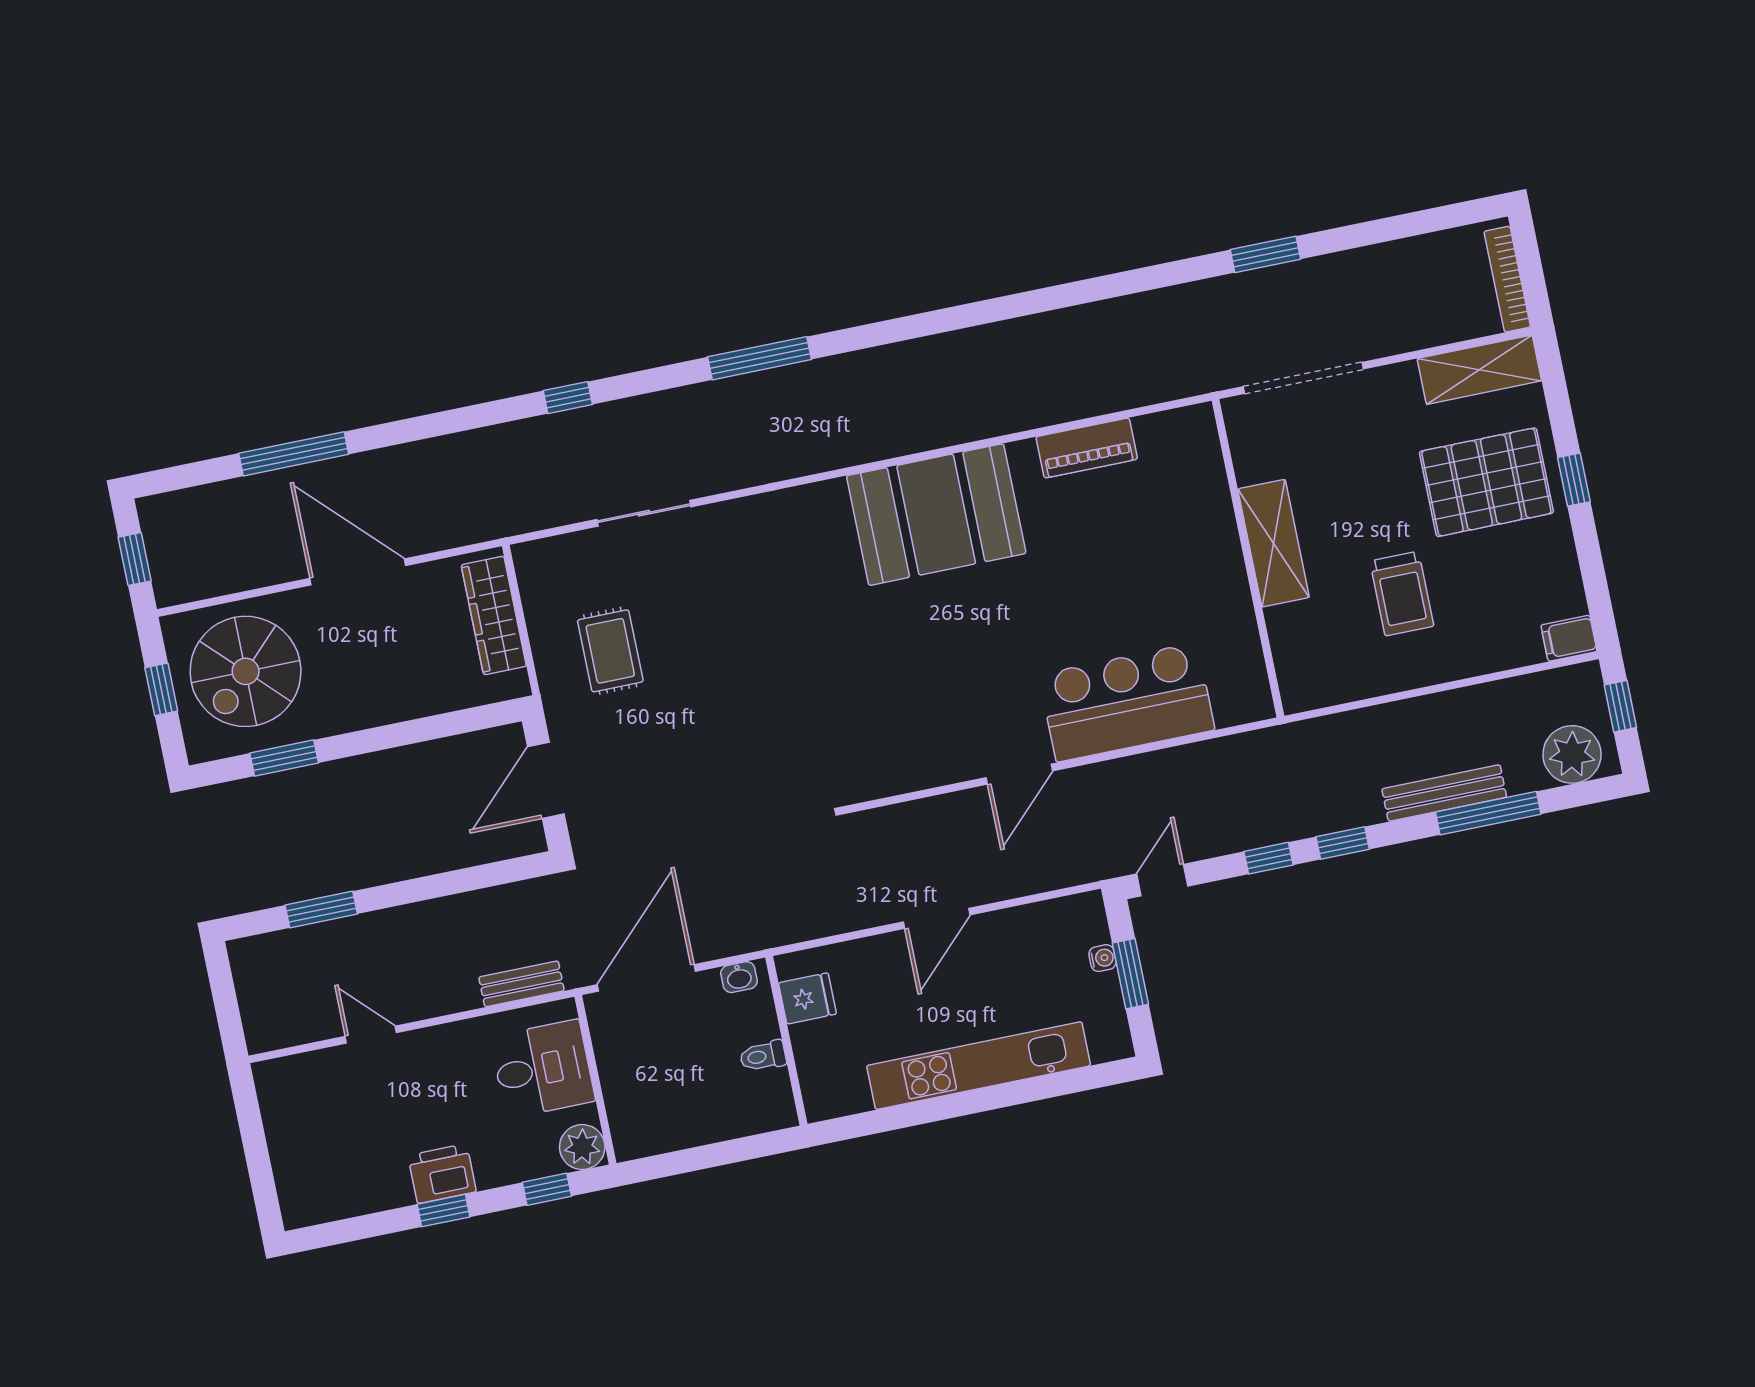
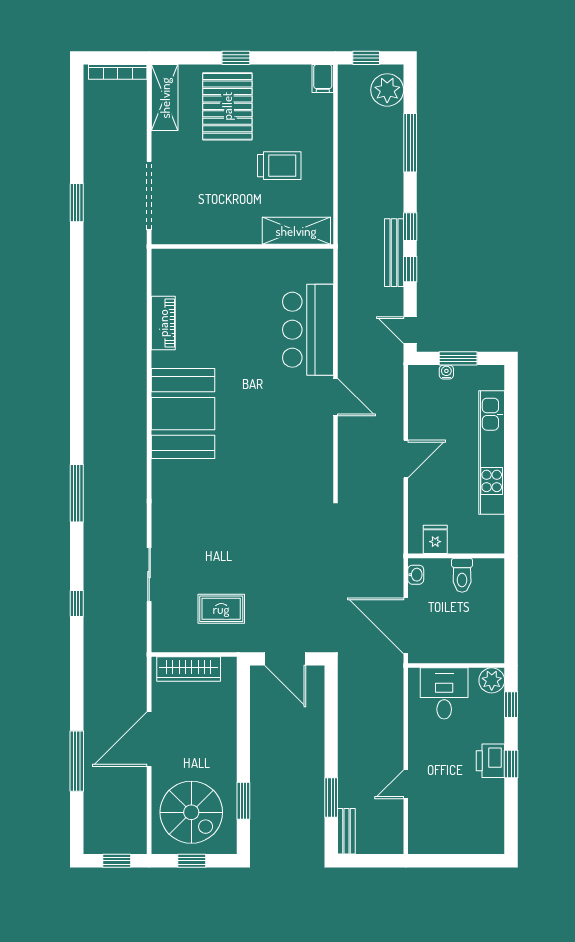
shelving: (1274, 543) -> (296, 231), moved
bench: (1444, 793) -> (394, 253), moved
door: (937, 918) -> (406, 459), hinge flipped
bench: (521, 984) -> (346, 831), moved
toilet: (763, 1056) -> (462, 575), width x1.37, depth x1.39

